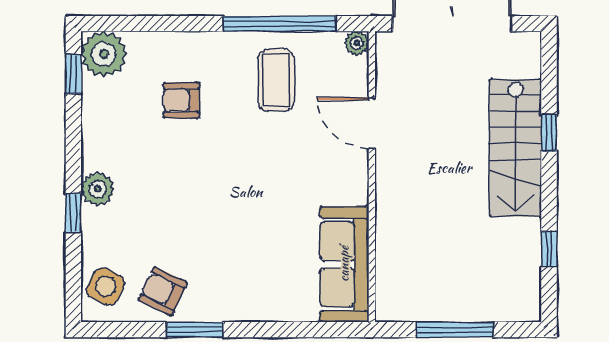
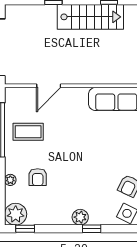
plant: (357, 43) -> (10, 180), moved
stairs: (515, 148) -> (90, 17), moved

